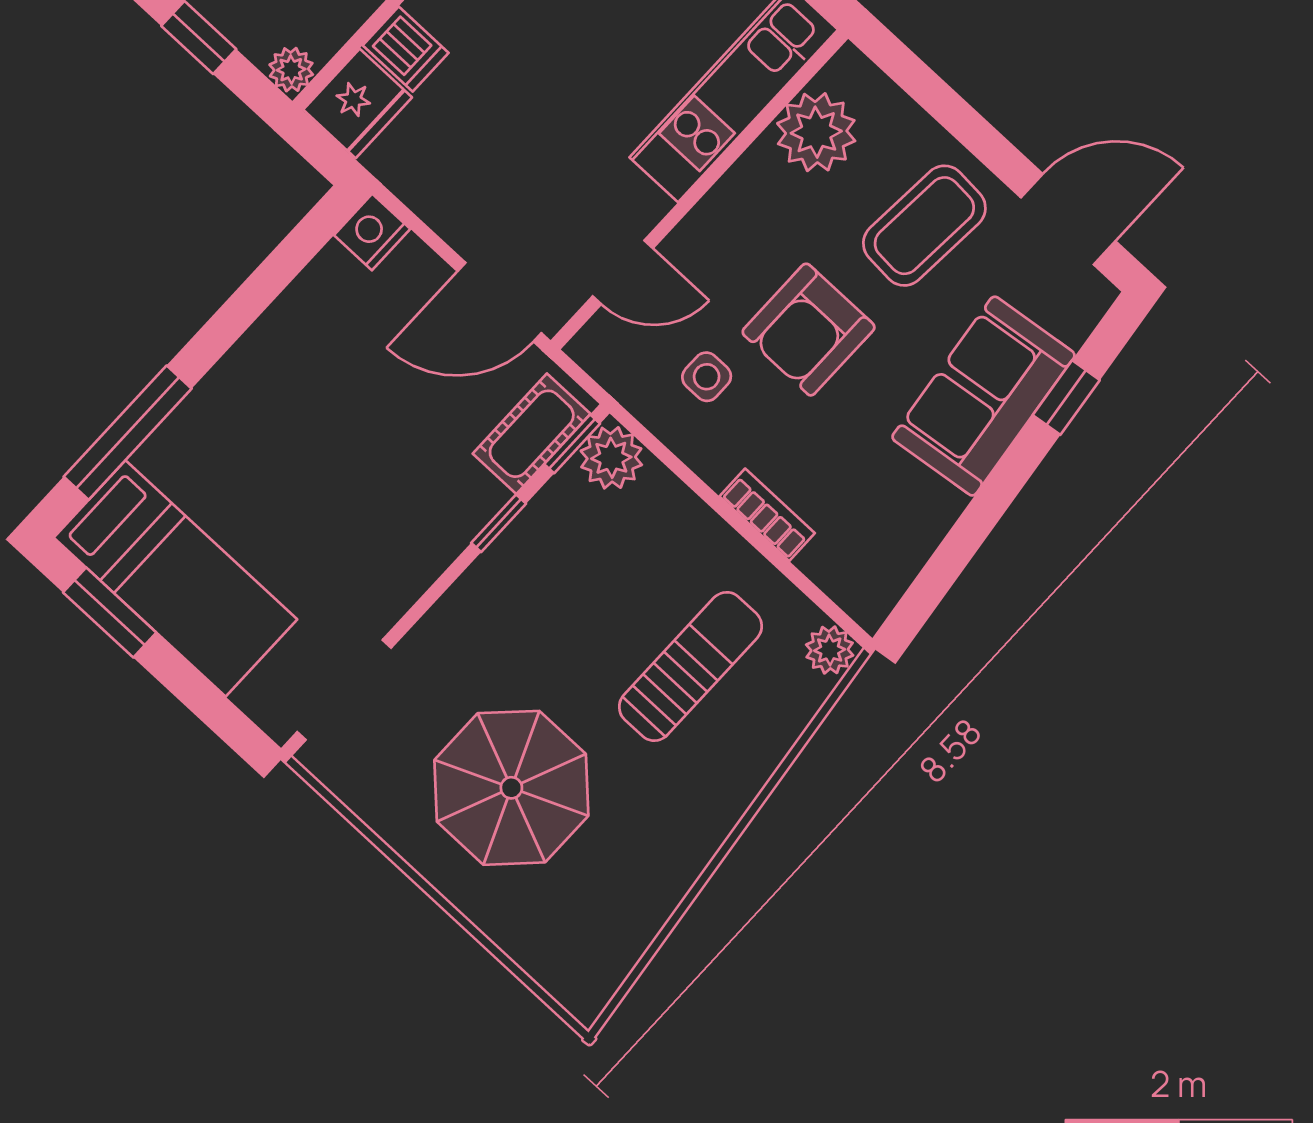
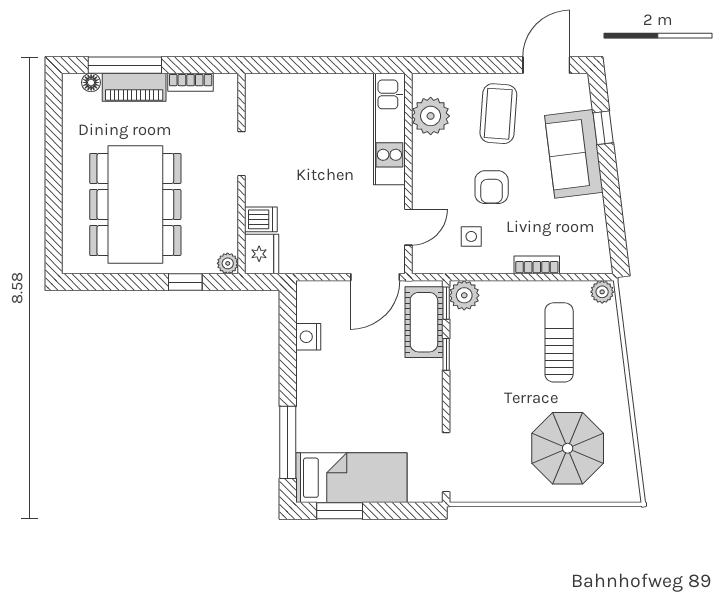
nightstand: (372, 232) -> (308, 337), moved
armchair: (809, 330) -> (492, 187), width x0.72, depth x0.72
cot: (532, 434) -> (424, 322), width x1.37, depth x1.34
parasol: (511, 788) -> (568, 448), moved

